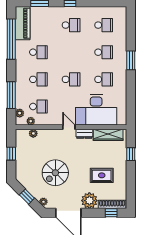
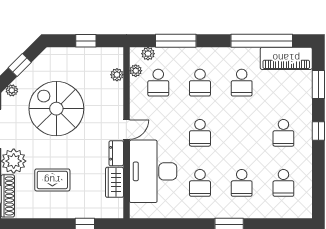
wardrobe: (108, 135) -> (114, 182), width x0.67
spiral stairs: (55, 173) -> (56, 109), width x1.37, depth x1.37
rug: (102, 175) -> (52, 180), turned 90

